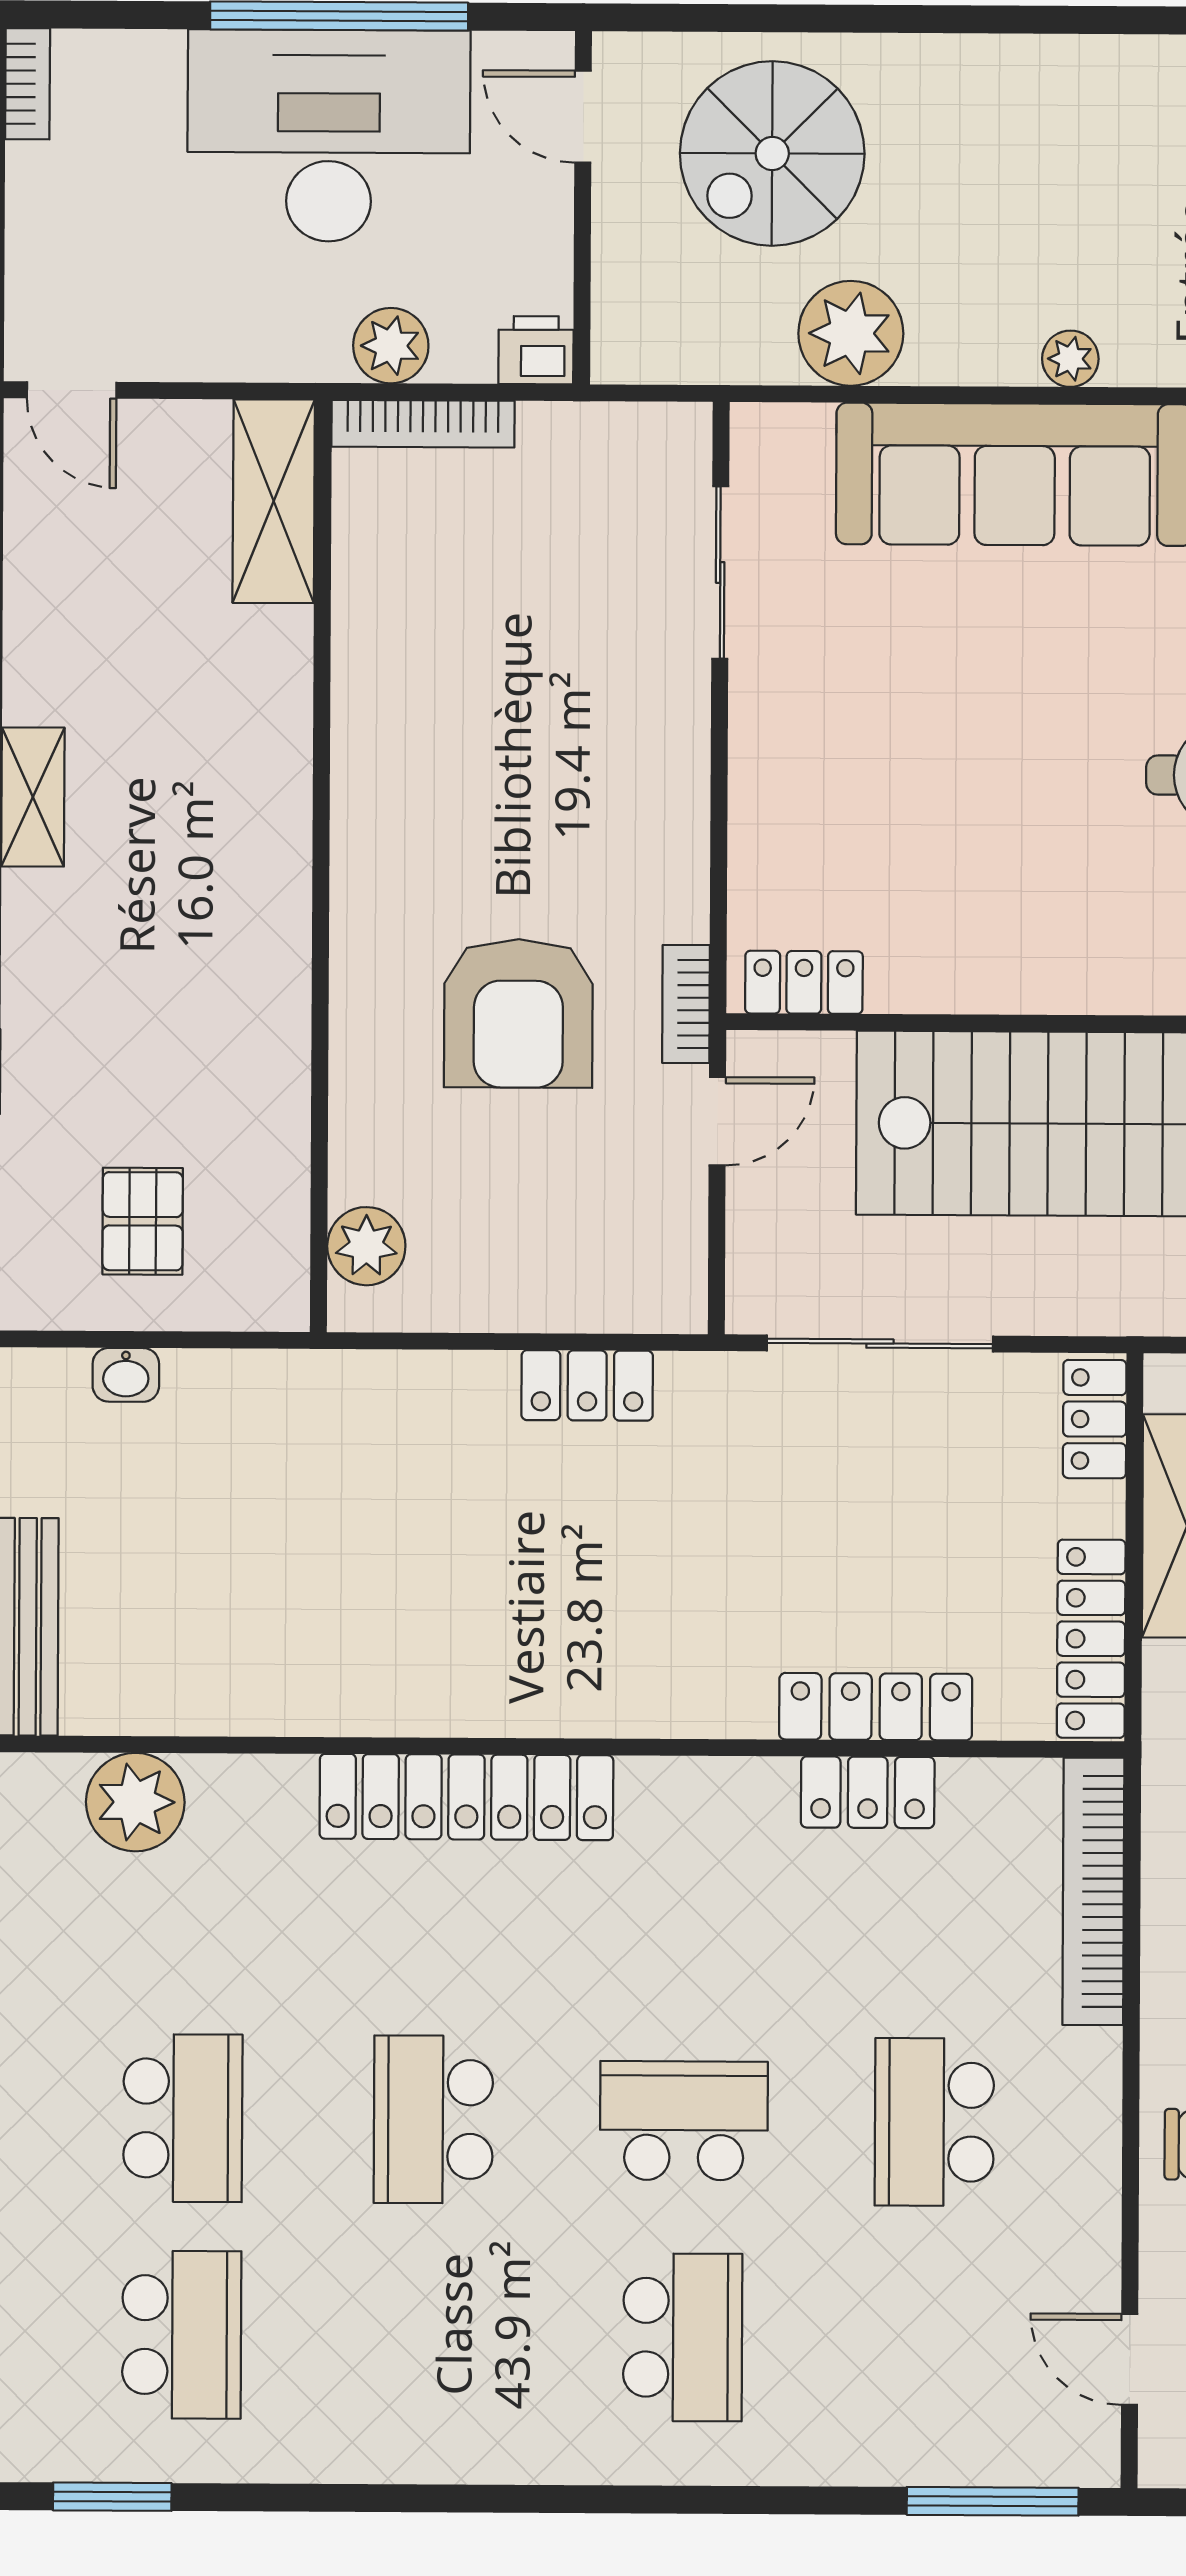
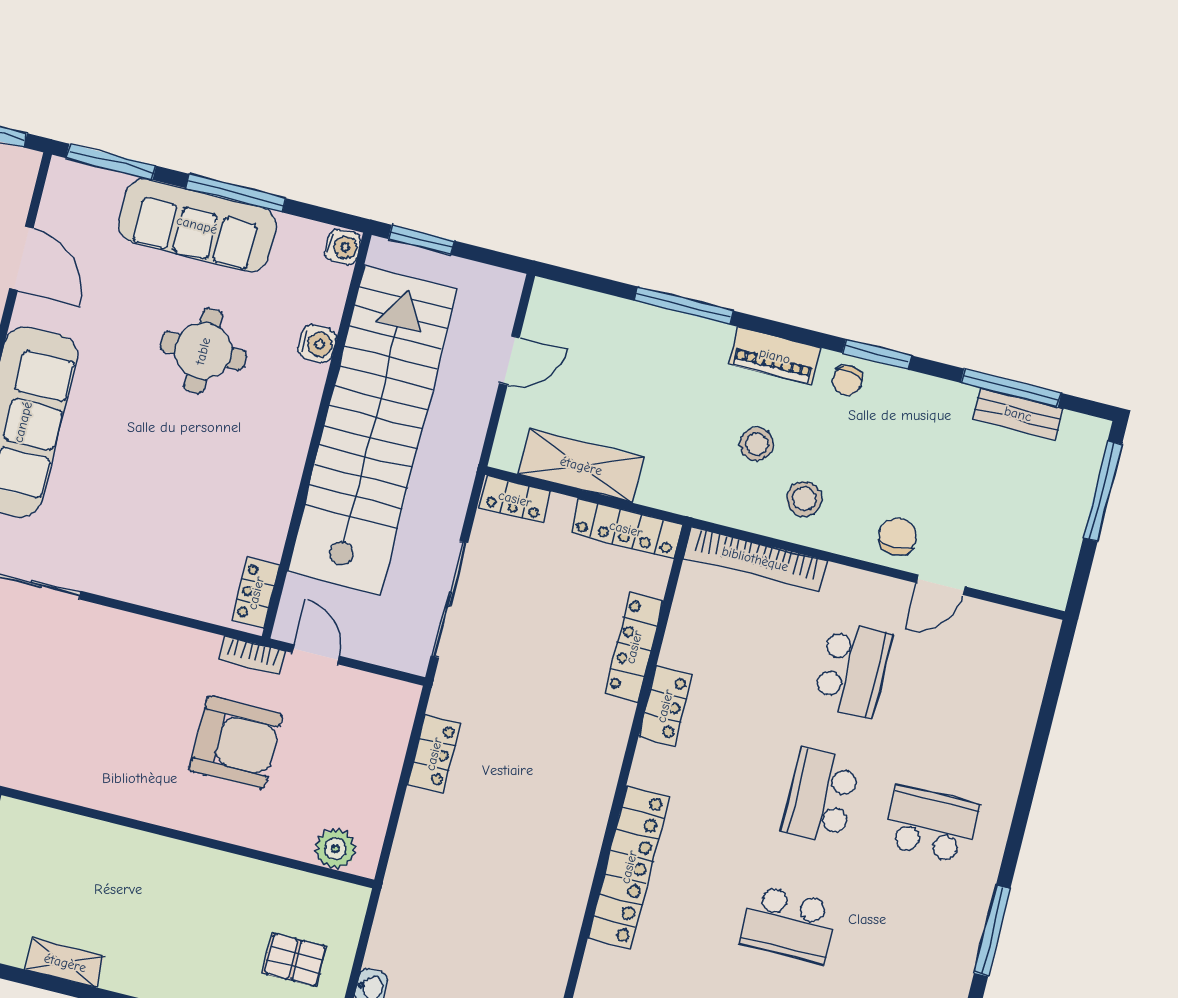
locker: (868, 1792) -> (665, 706), moved
school desk: (934, 2122) -> (853, 669), turned -90
door: (1130, 2359) -> (941, 585), moved
window: (993, 2501) -> (992, 931), moved

